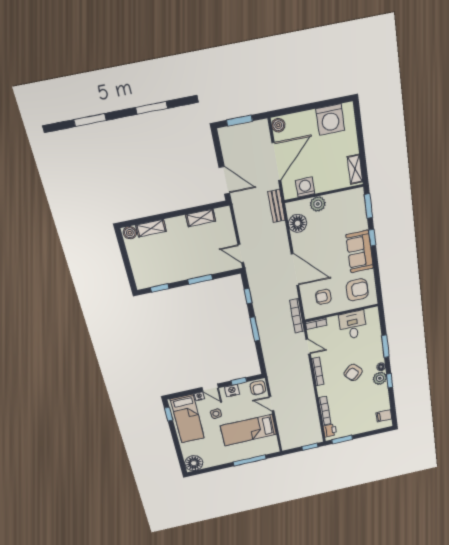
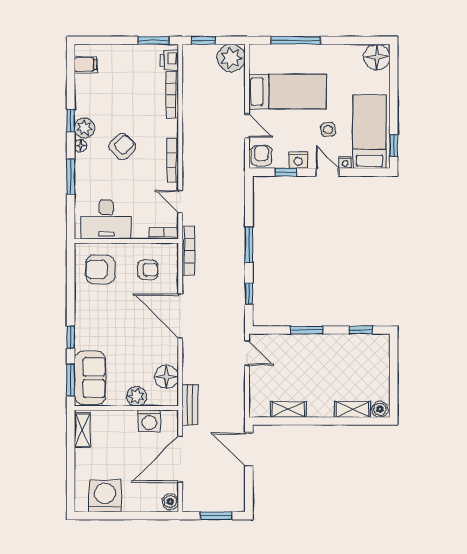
sofa: (360, 252) -> (90, 378), moved
desk: (353, 325) -> (106, 219), width x1.37
plant: (290, 441) -> (231, 58), added

